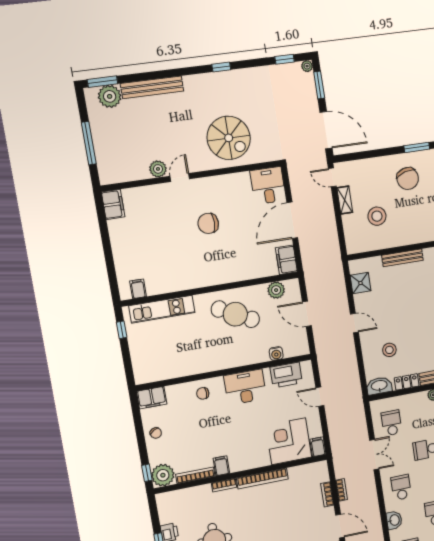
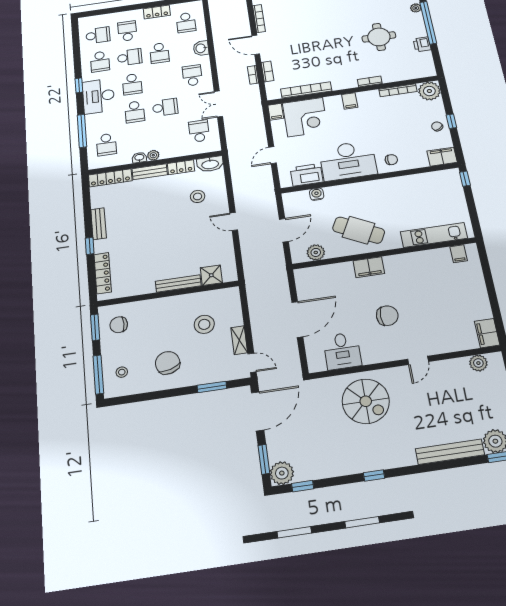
plant: (307, 66) -> (282, 473), width x1.88, depth x1.88
door: (326, 130) -> (258, 411), swing flipped
spiral stairs: (229, 138) -> (366, 401), turned 180
window: (417, 147) -> (212, 387), moved
plant: (158, 169) -> (478, 363), moved
desk: (268, 186) -> (342, 351), moved
filing cabinet: (286, 260) -> (369, 267), moved, turned 90
shower: (361, 283) -> (211, 275), moved
door: (307, 314) -> (284, 230), hinge flipped
window: (122, 330) -> (465, 179), moved
desk: (245, 387) -> (348, 161), width x1.36, depth x1.30
door: (320, 397) -> (272, 155), swing flipped
school desk: (392, 423) -> (199, 131), turned 180
filing cabinet: (221, 466) -> (350, 101), moved
window: (147, 473) -> (451, 121), moved
bookcase: (262, 478) -> (306, 90), moved
school desk: (401, 487) -> (192, 75), turned 180

